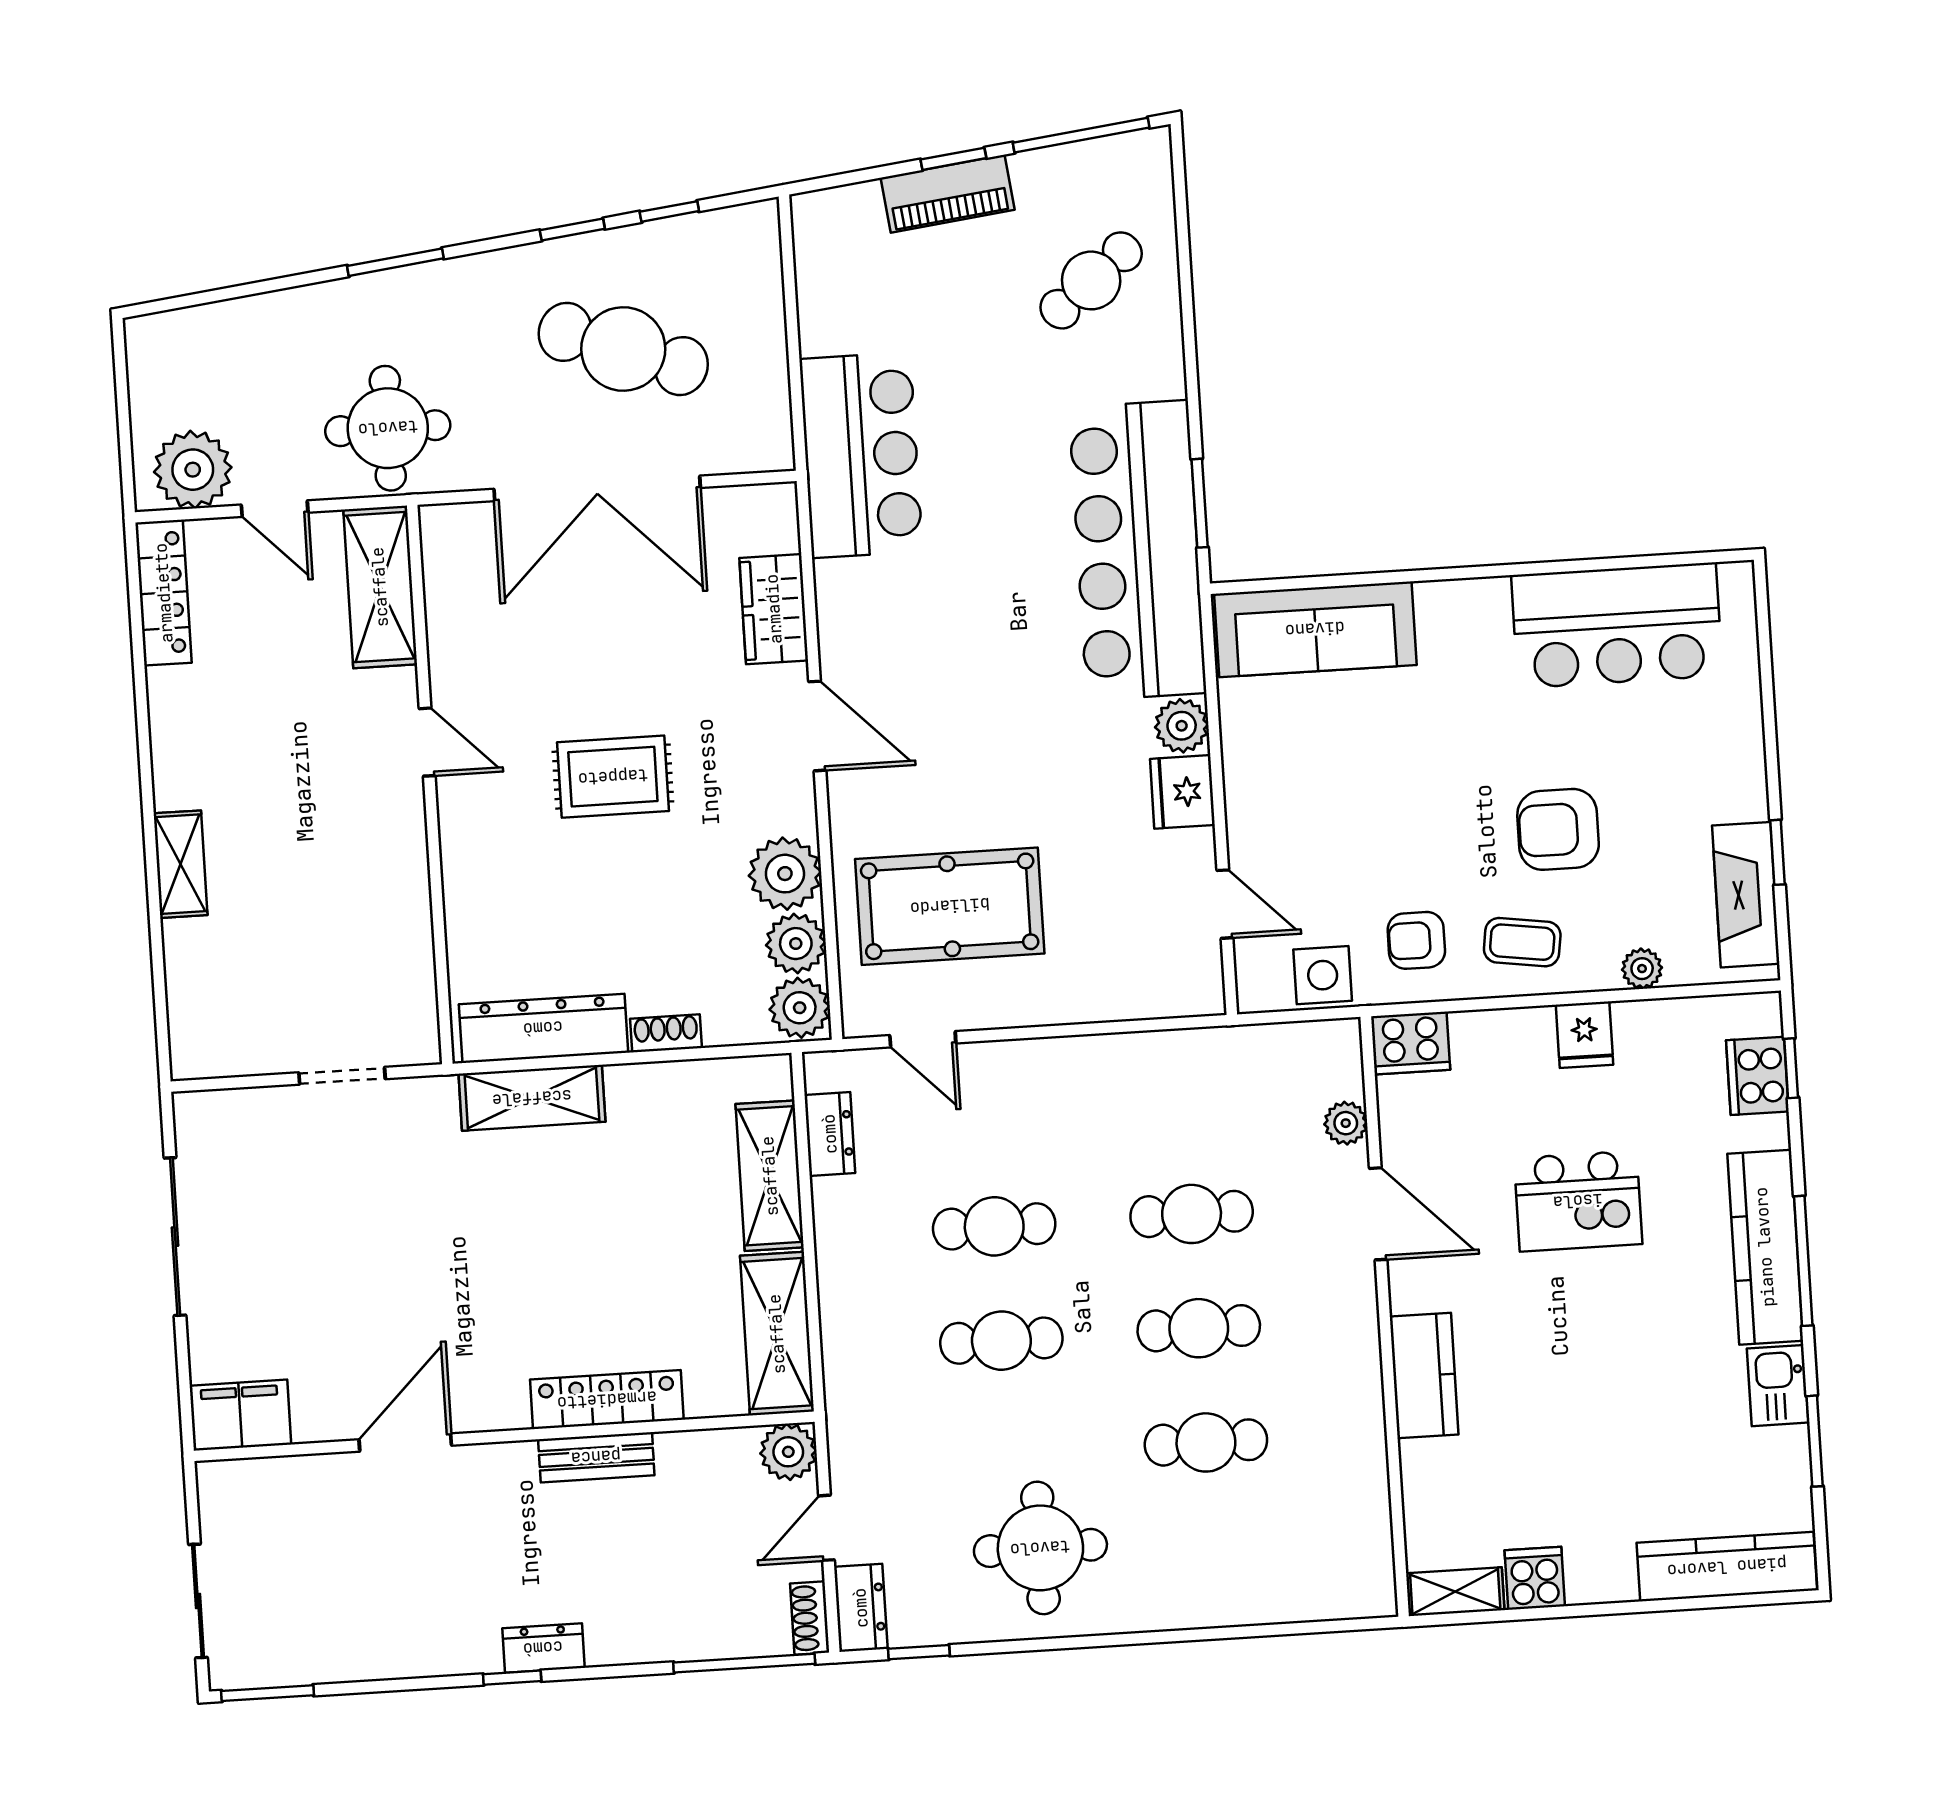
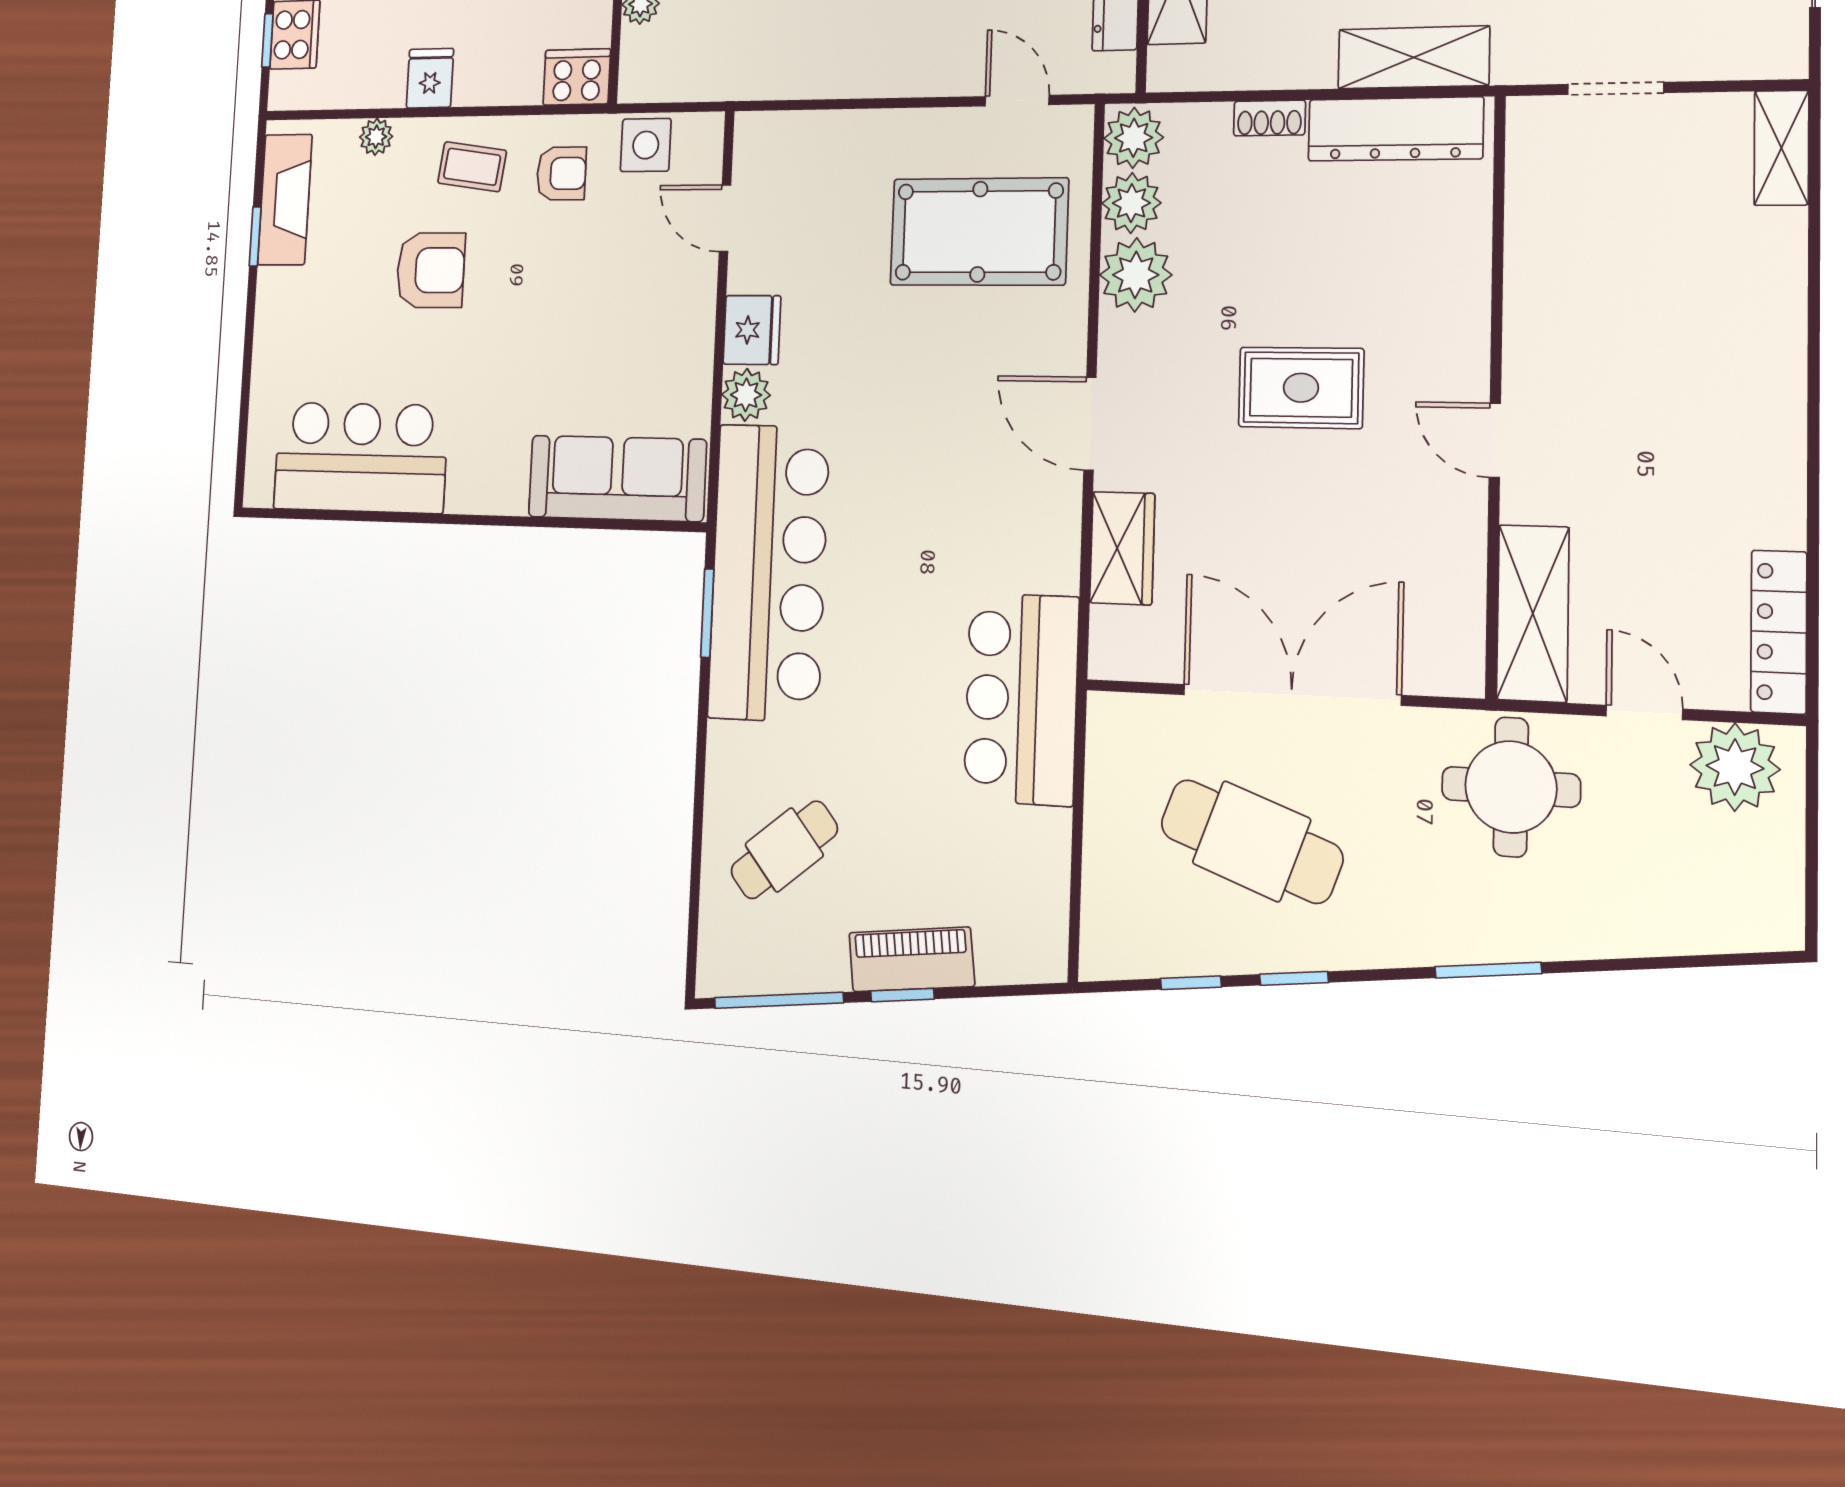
shelving: (180, 864) -> (1781, 148), moved

